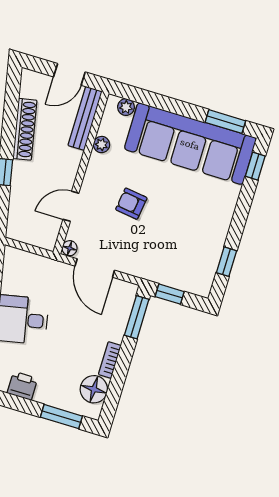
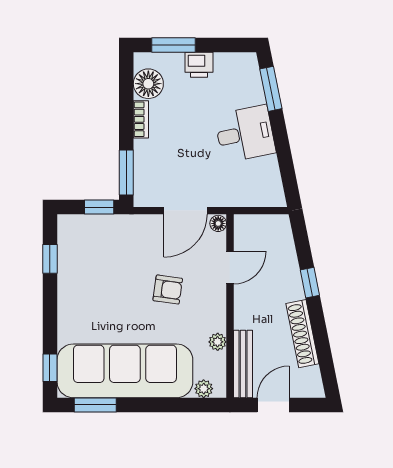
door: (95, 268) -> (185, 211), swing flipped
printer: (22, 386) -> (199, 65), moved

